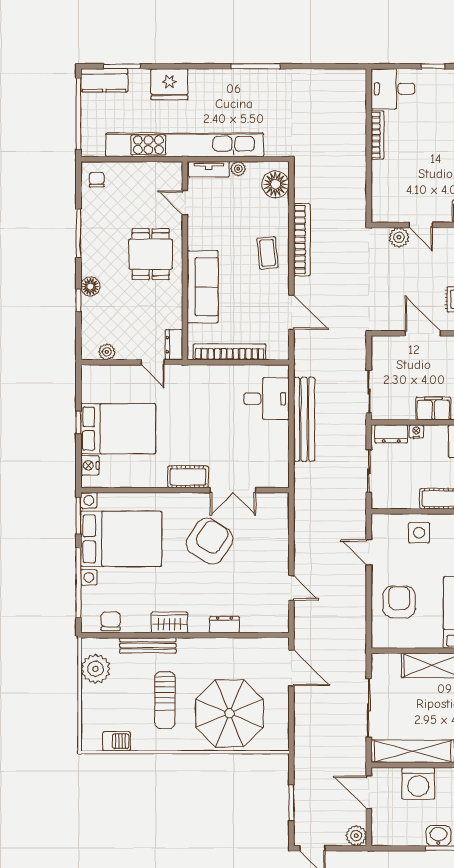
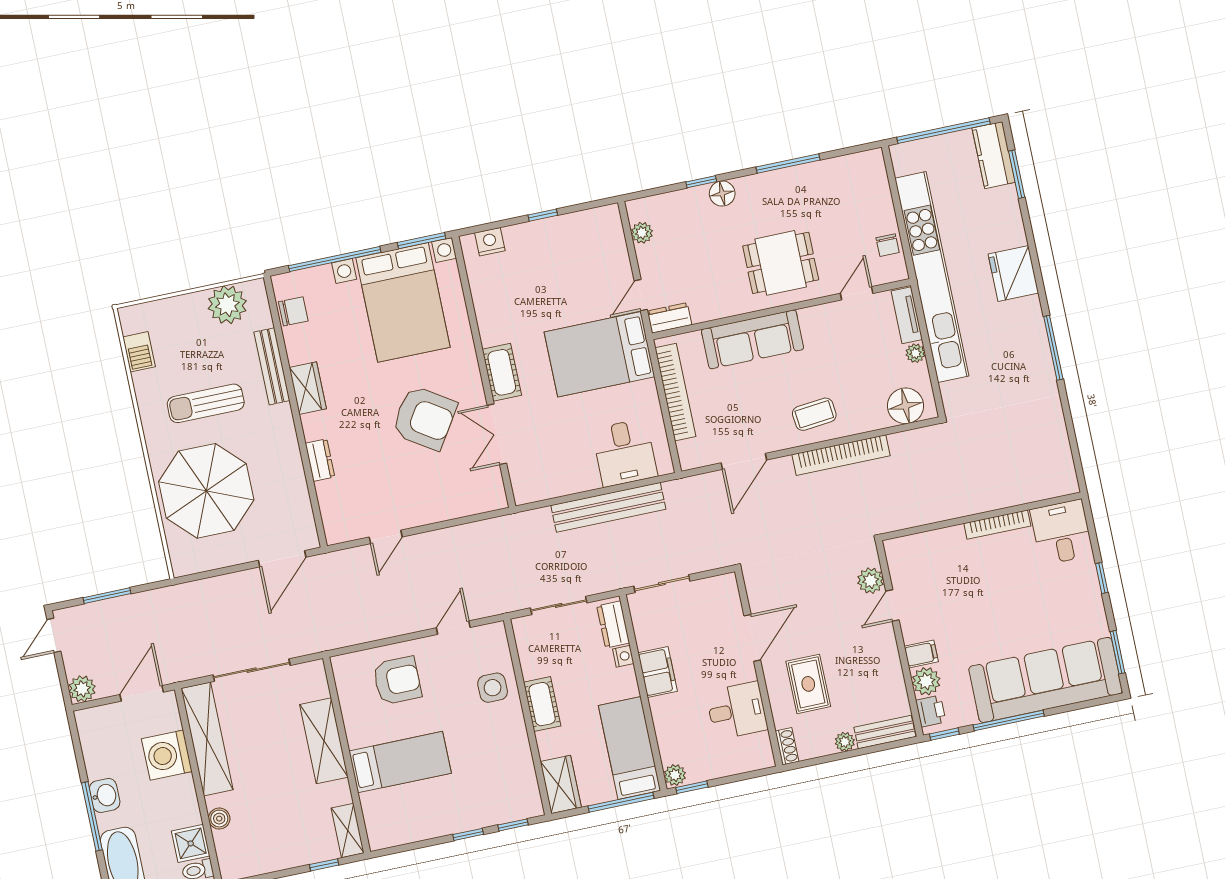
fridge: (169, 84) -> (1013, 274), moved
chair: (97, 180) -> (888, 245), moved, turned 90
bed: (118, 429) -> (599, 354), moved, turned 90

